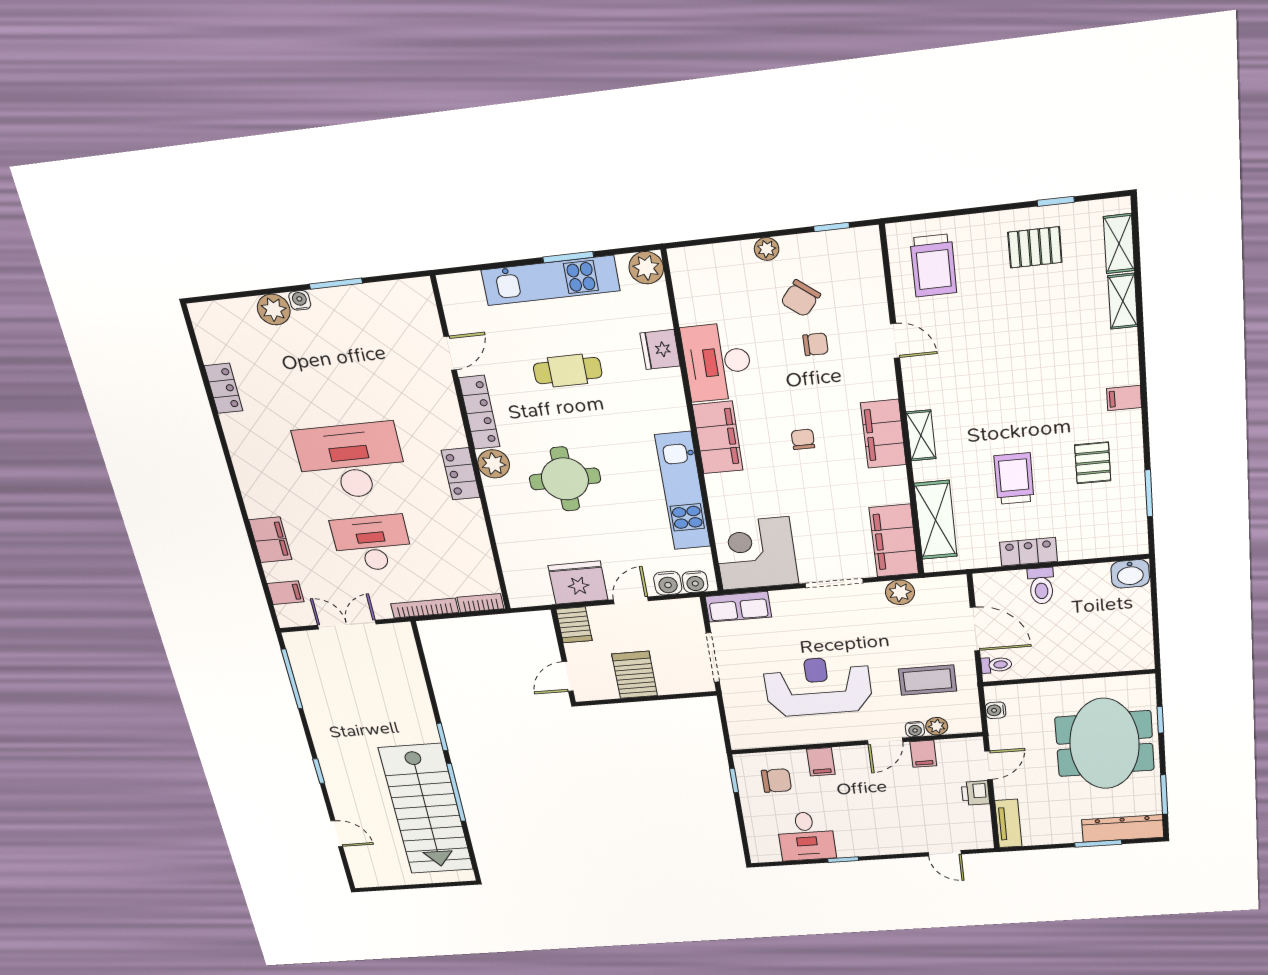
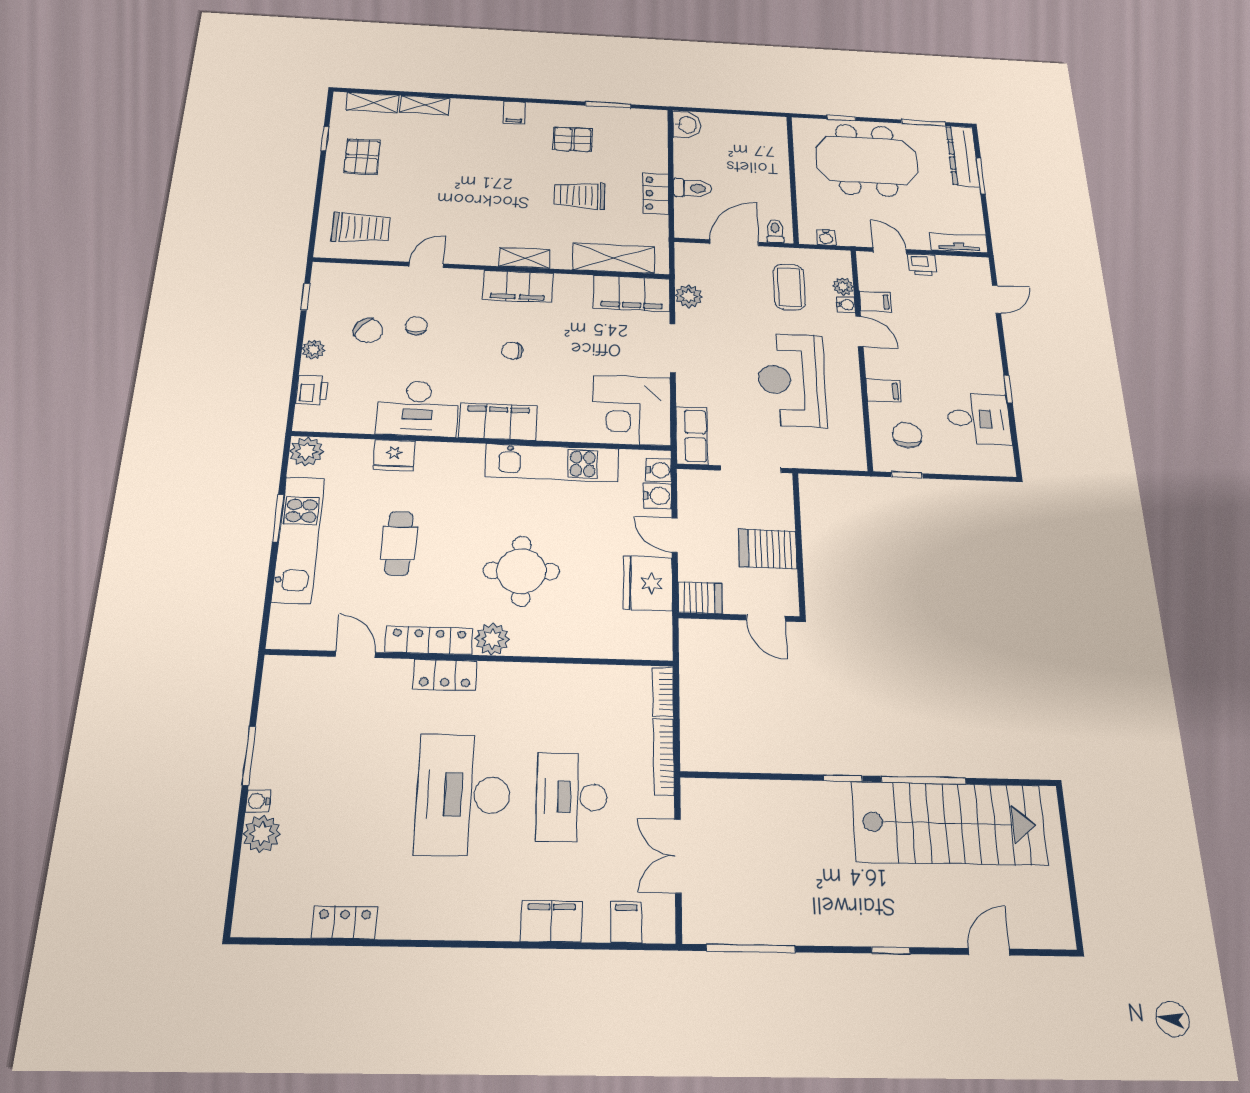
printer: (717, 258) -> (312, 390), added
locker: (461, 474) -> (445, 675), moved

